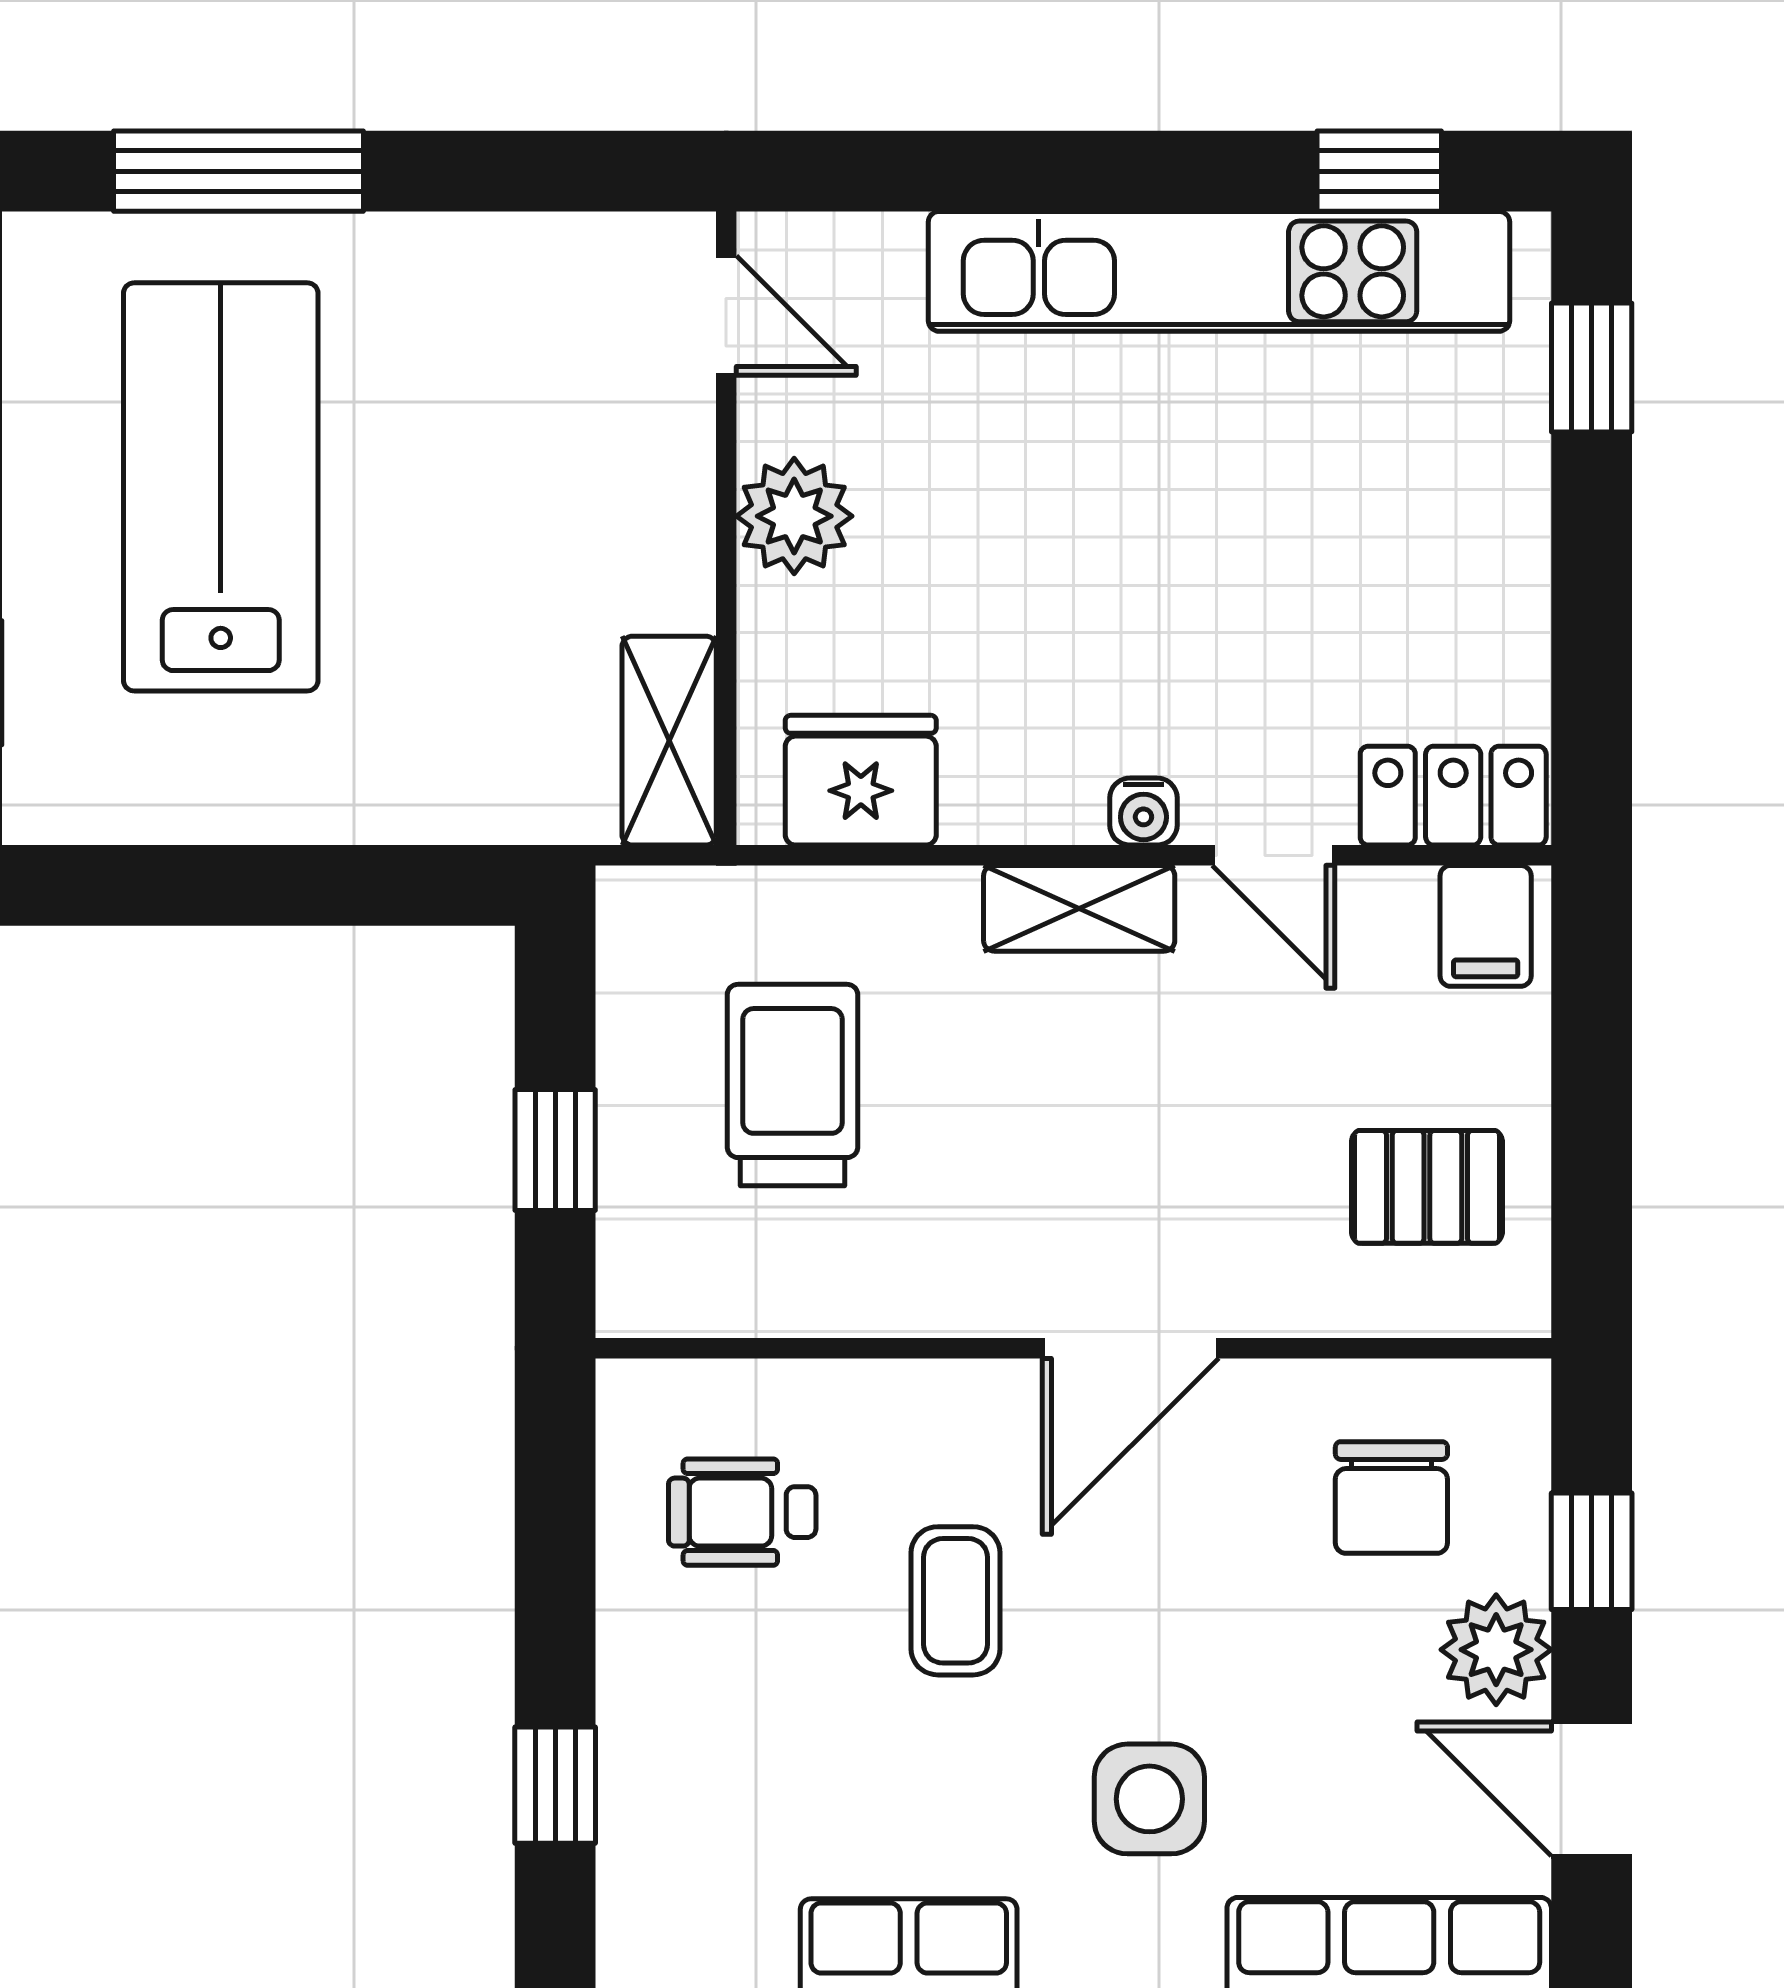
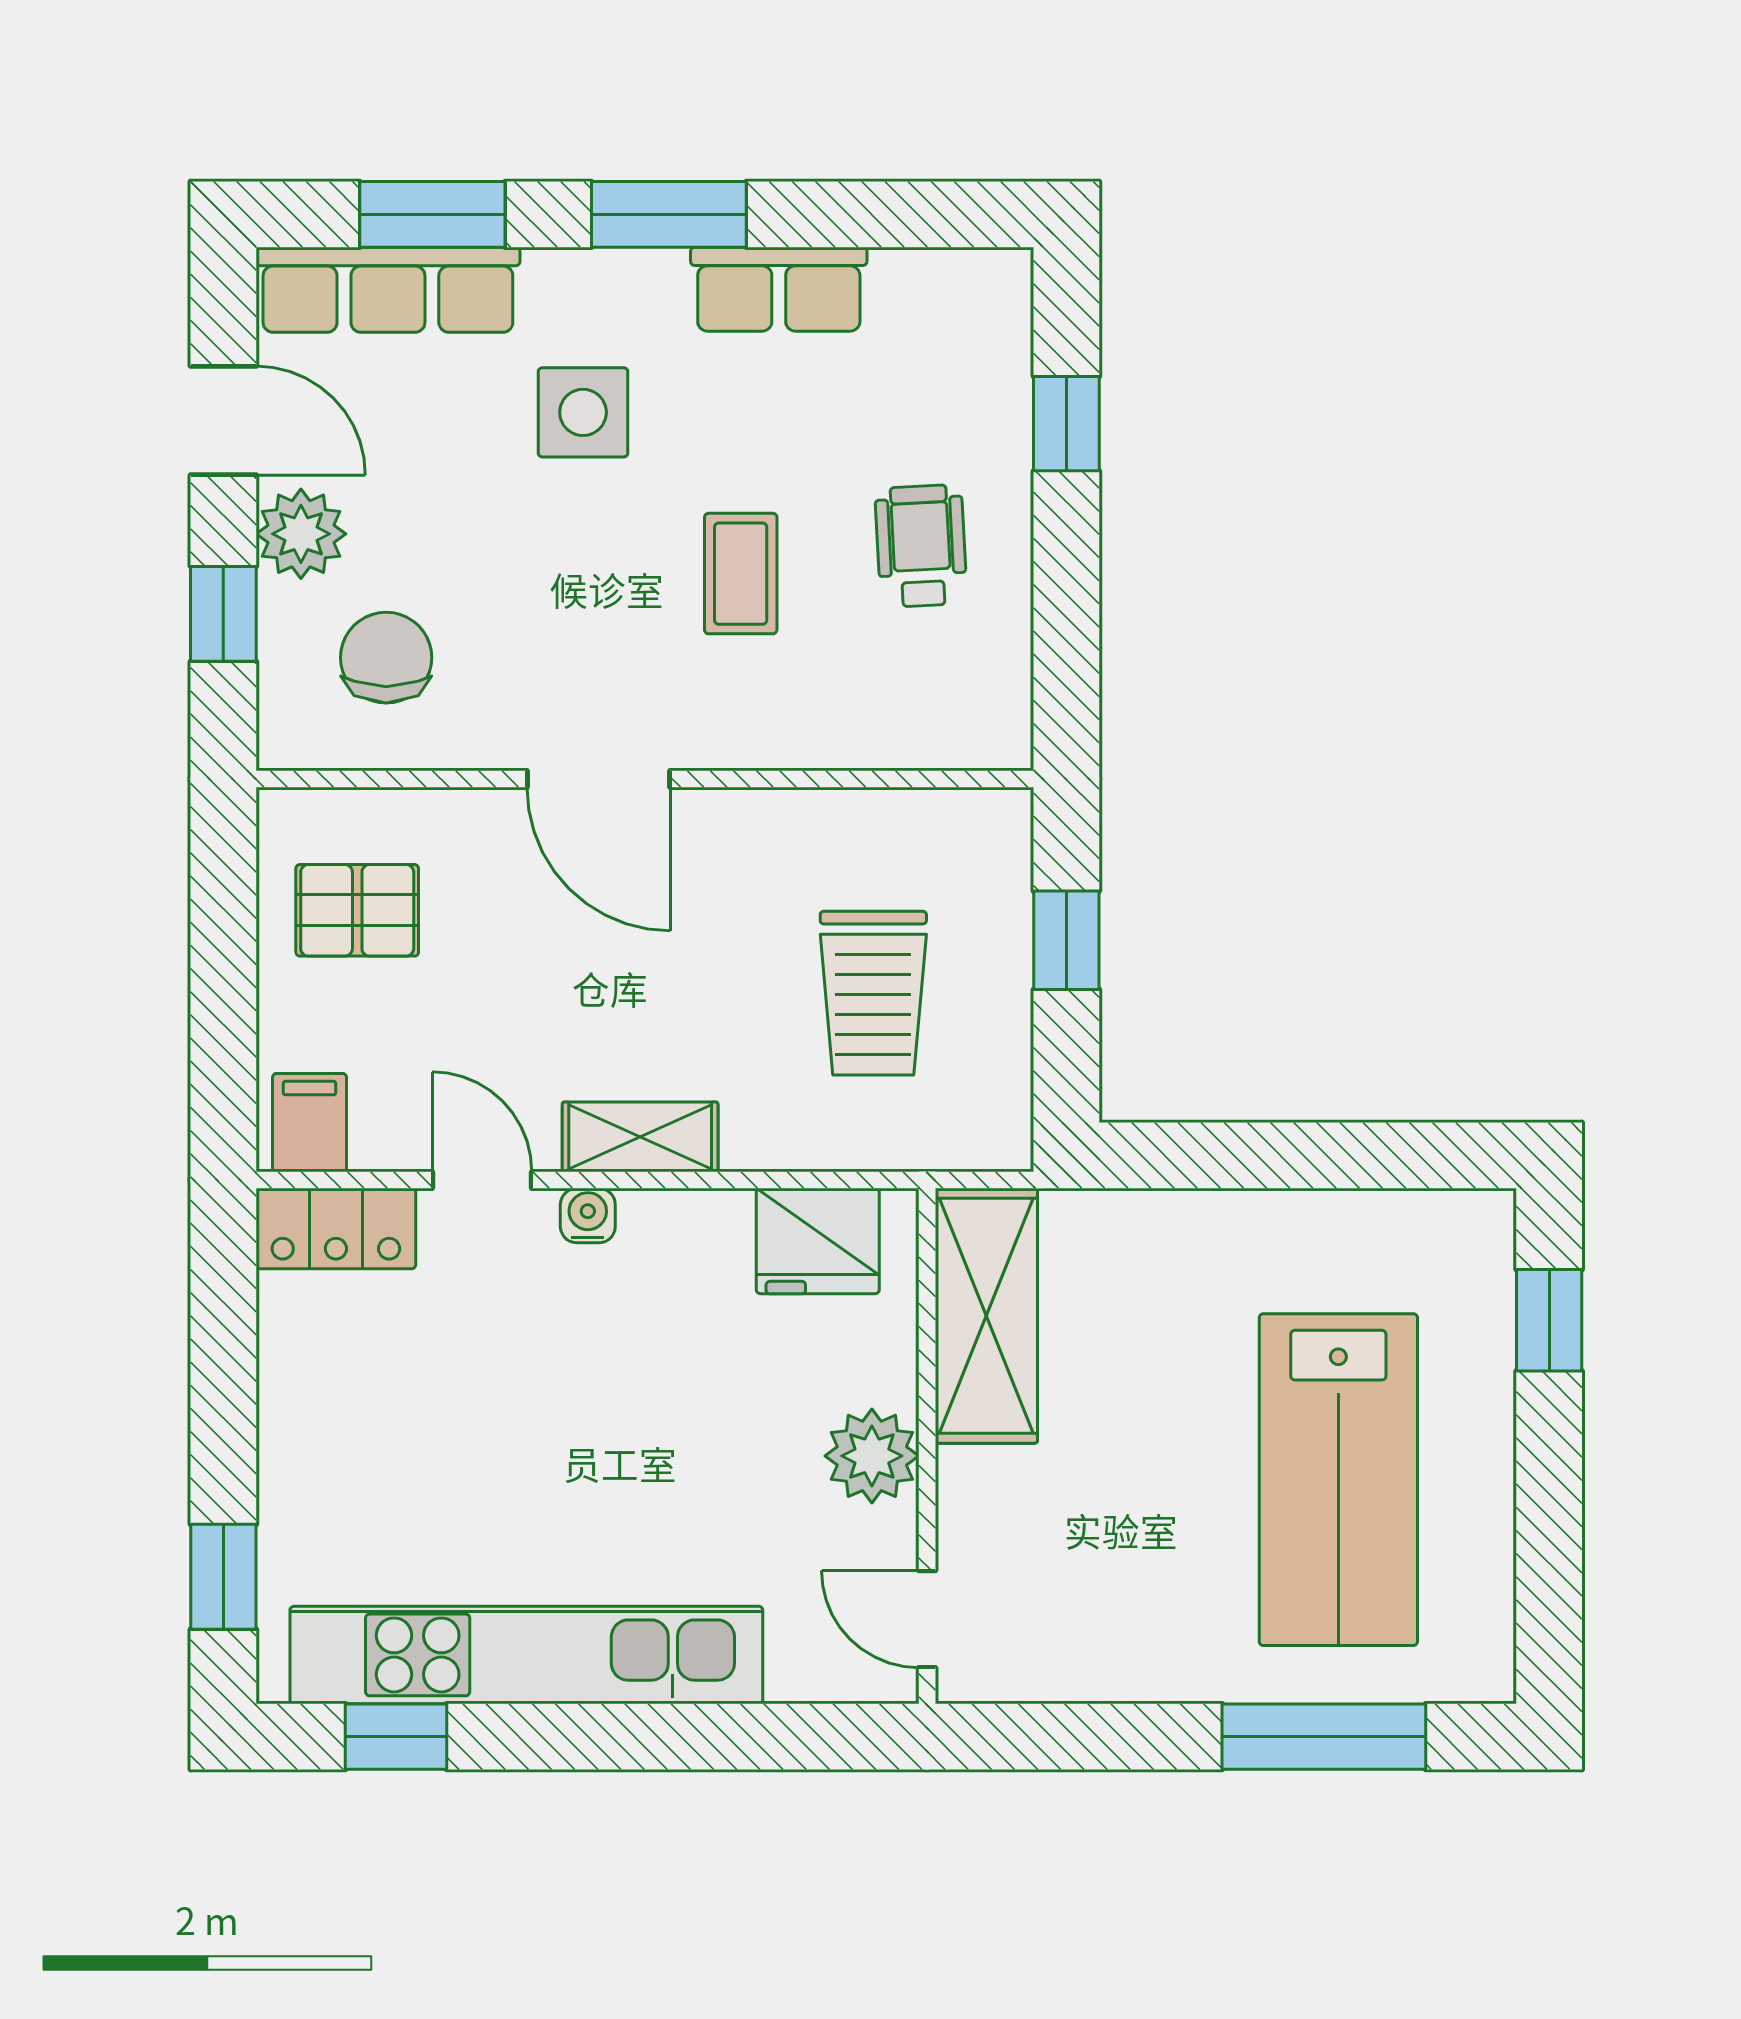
shelving: (669, 741) -> (986, 1316), width x1.50, depth x1.33
door: (1130, 1348) -> (598, 779), swing flipped
wheelchair: (742, 1512) -> (921, 546), moved, turned -93

